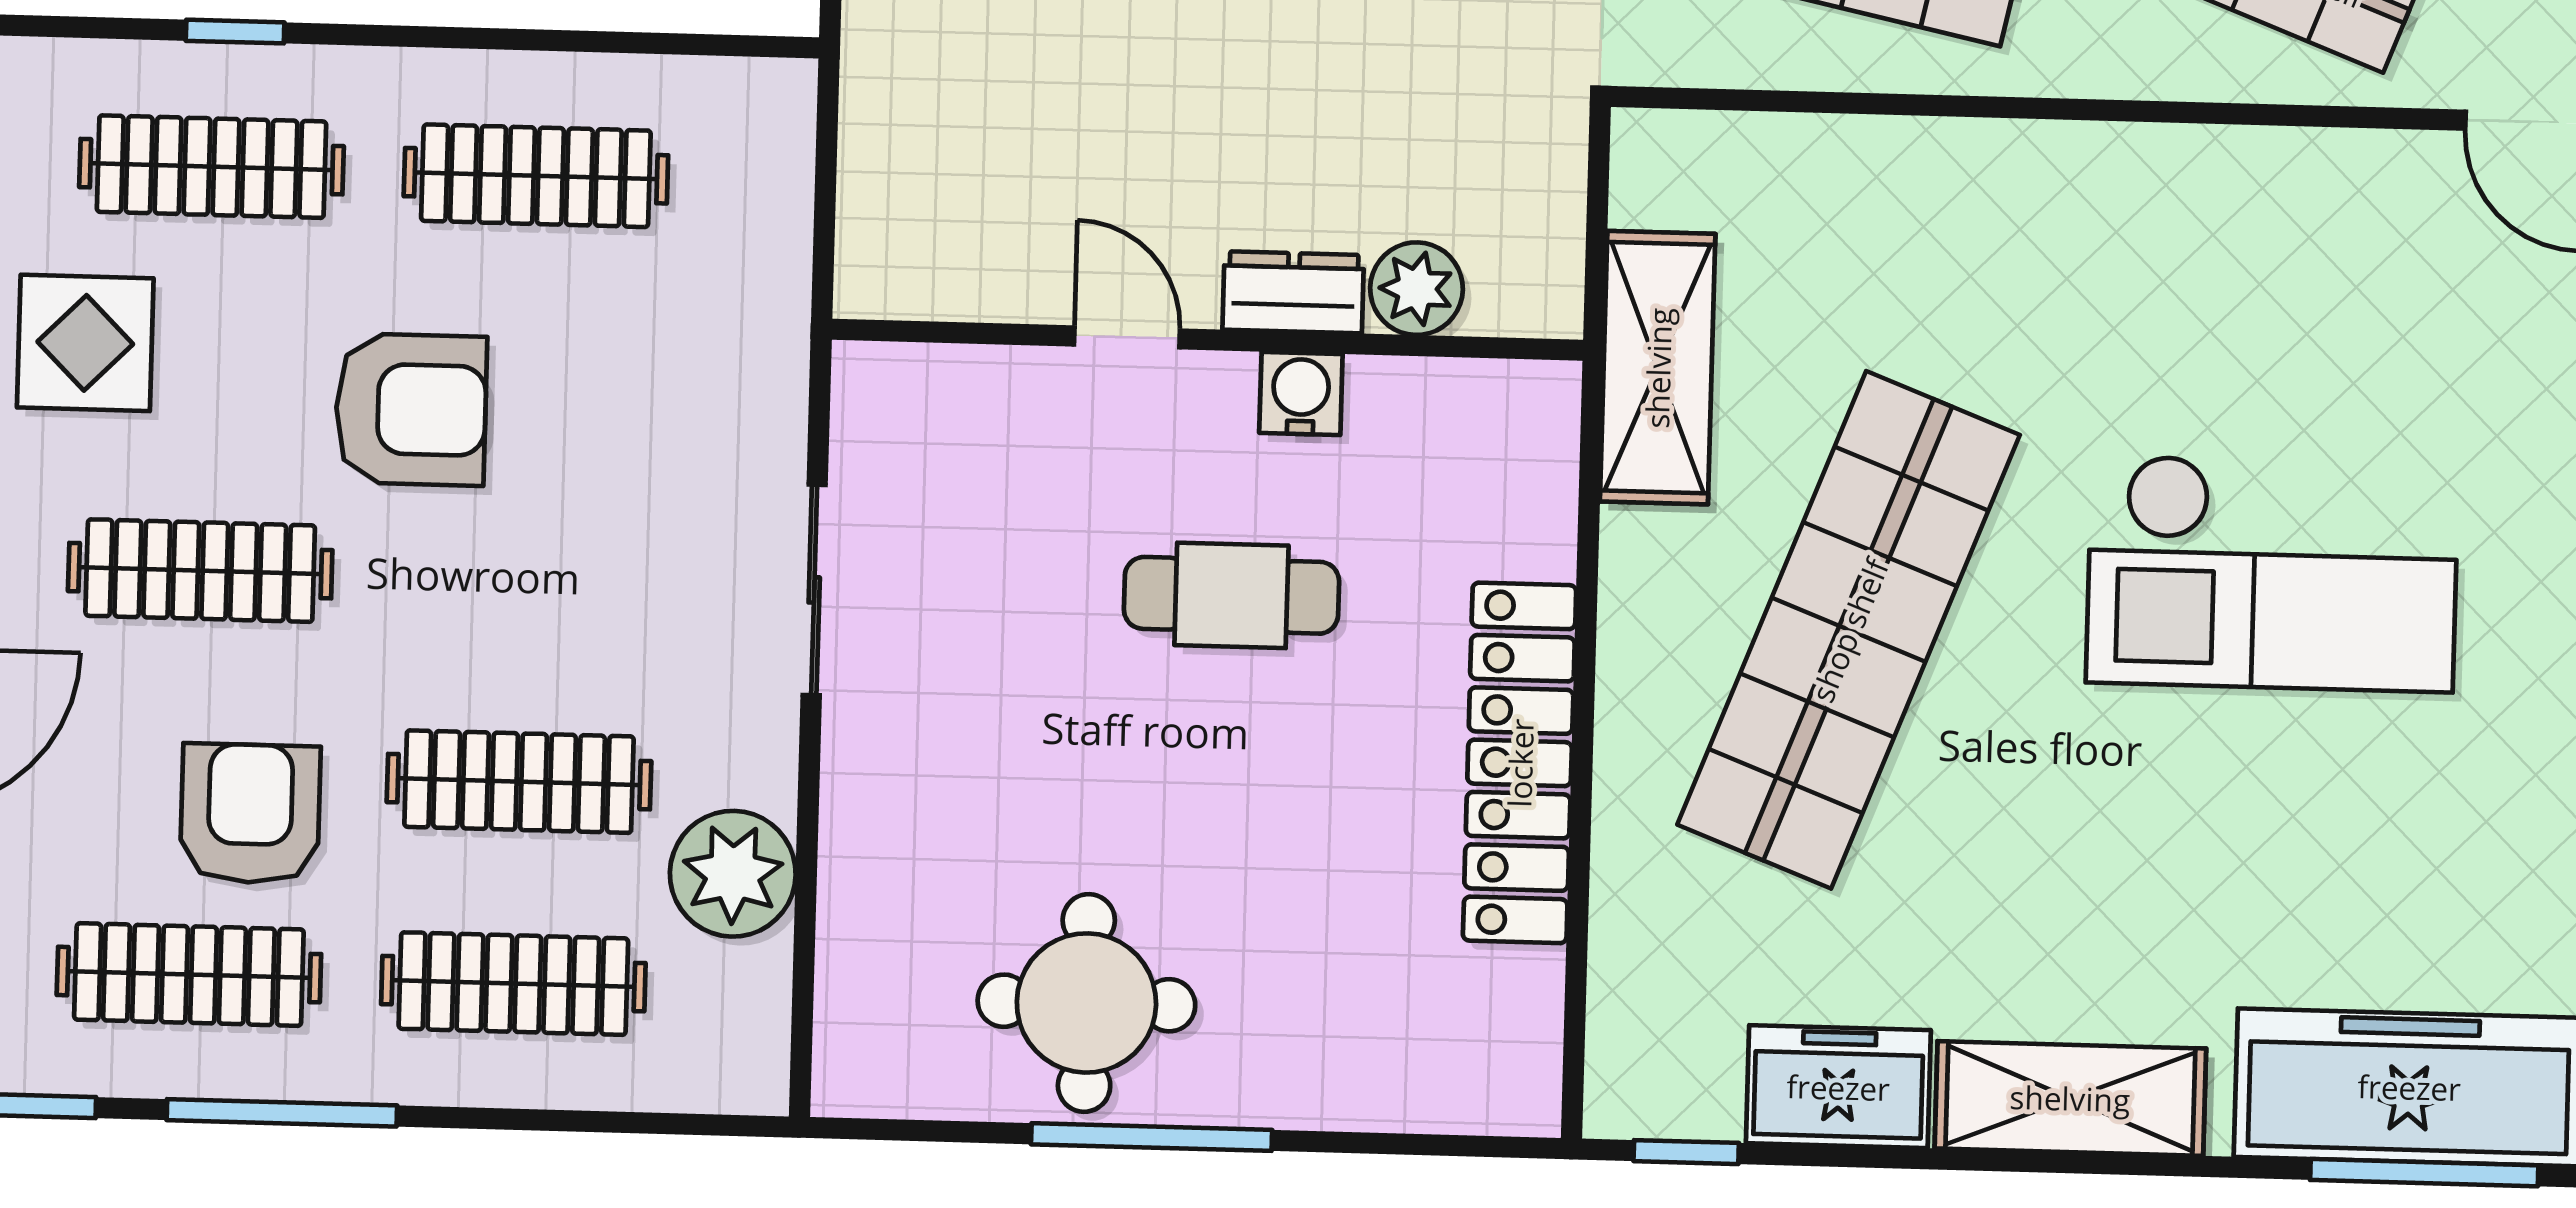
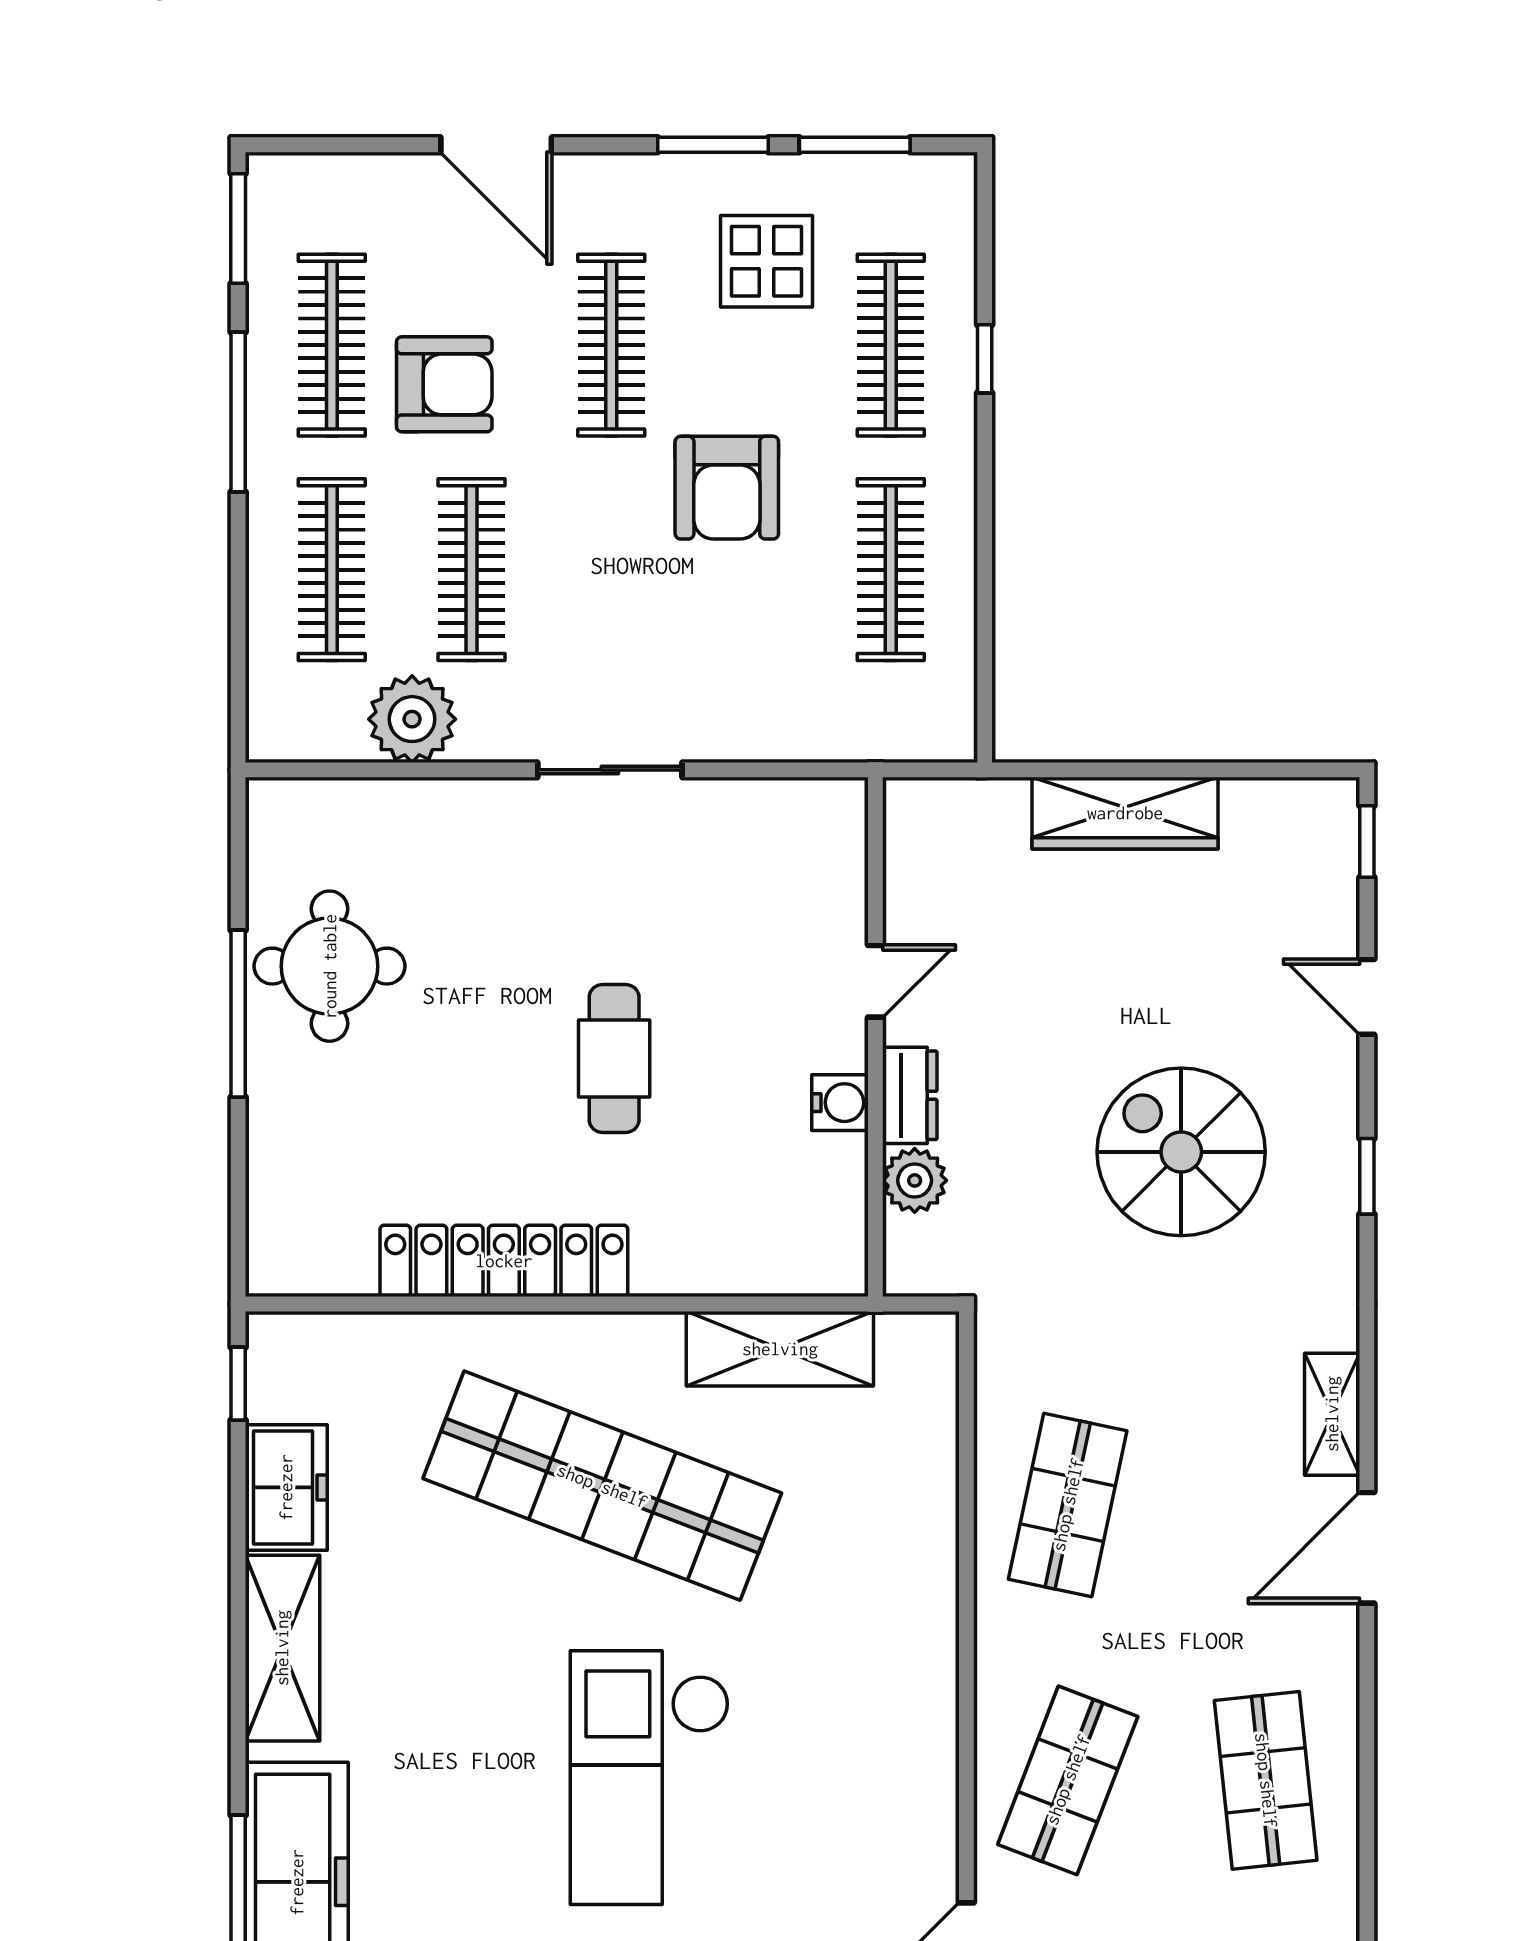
plant: (1416, 289) -> (915, 1180), moved
dresser: (1293, 292) -> (910, 1095), moved
door: (1127, 337) -> (875, 981), moved
wall: (1207, 340) -> (875, 1037), moved
water cooler: (1301, 393) -> (840, 1103), moved

